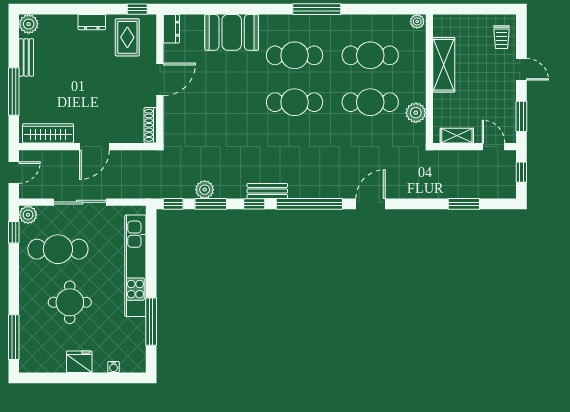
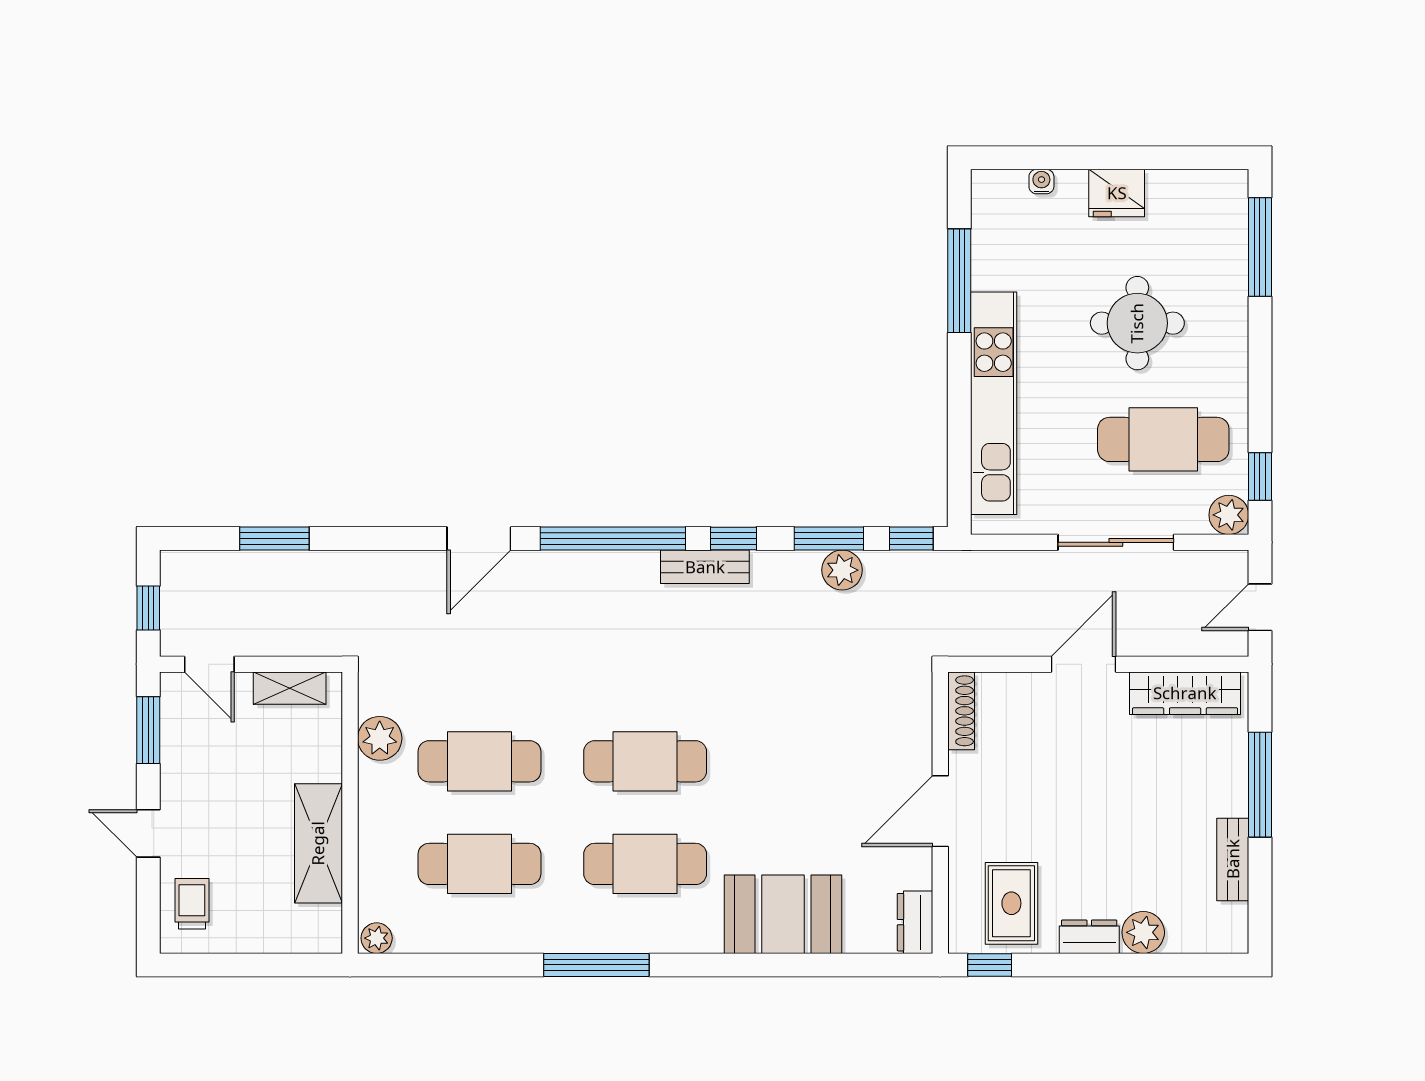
plant: (29, 24) -> (1143, 932), moved

